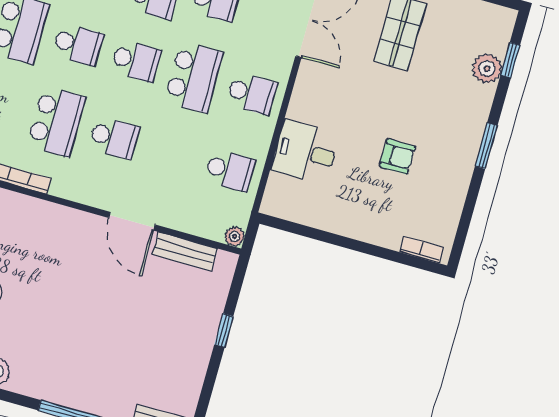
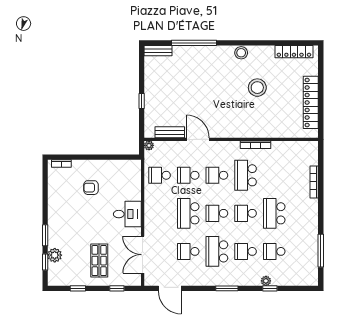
school desk: (252, 93) -> (188, 175), moved
window: (486, 146) -> (45, 235), moved
desk: (305, 152) -> (127, 214), moved
armchair: (397, 156) -> (91, 188), moved

